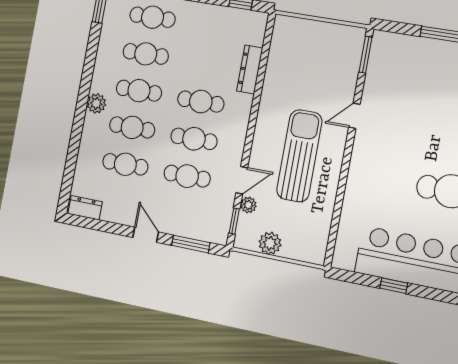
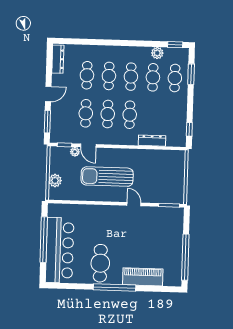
plant: (96, 103) -> (157, 53), moved
sun lounger: (299, 156) -> (107, 177), turned 180
dresser: (85, 208) -> (58, 59), width x1.44
plant: (270, 243) -> (55, 181), moved
window: (394, 286) -> (44, 240), width x3.17

